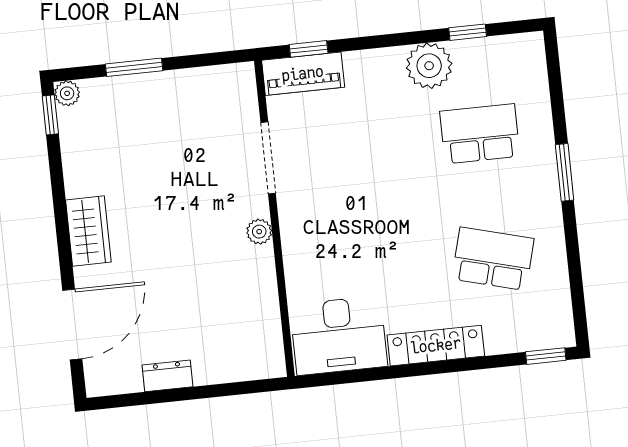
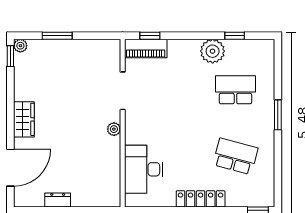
desk: (339, 336) -> (144, 169), moved, turned 90

